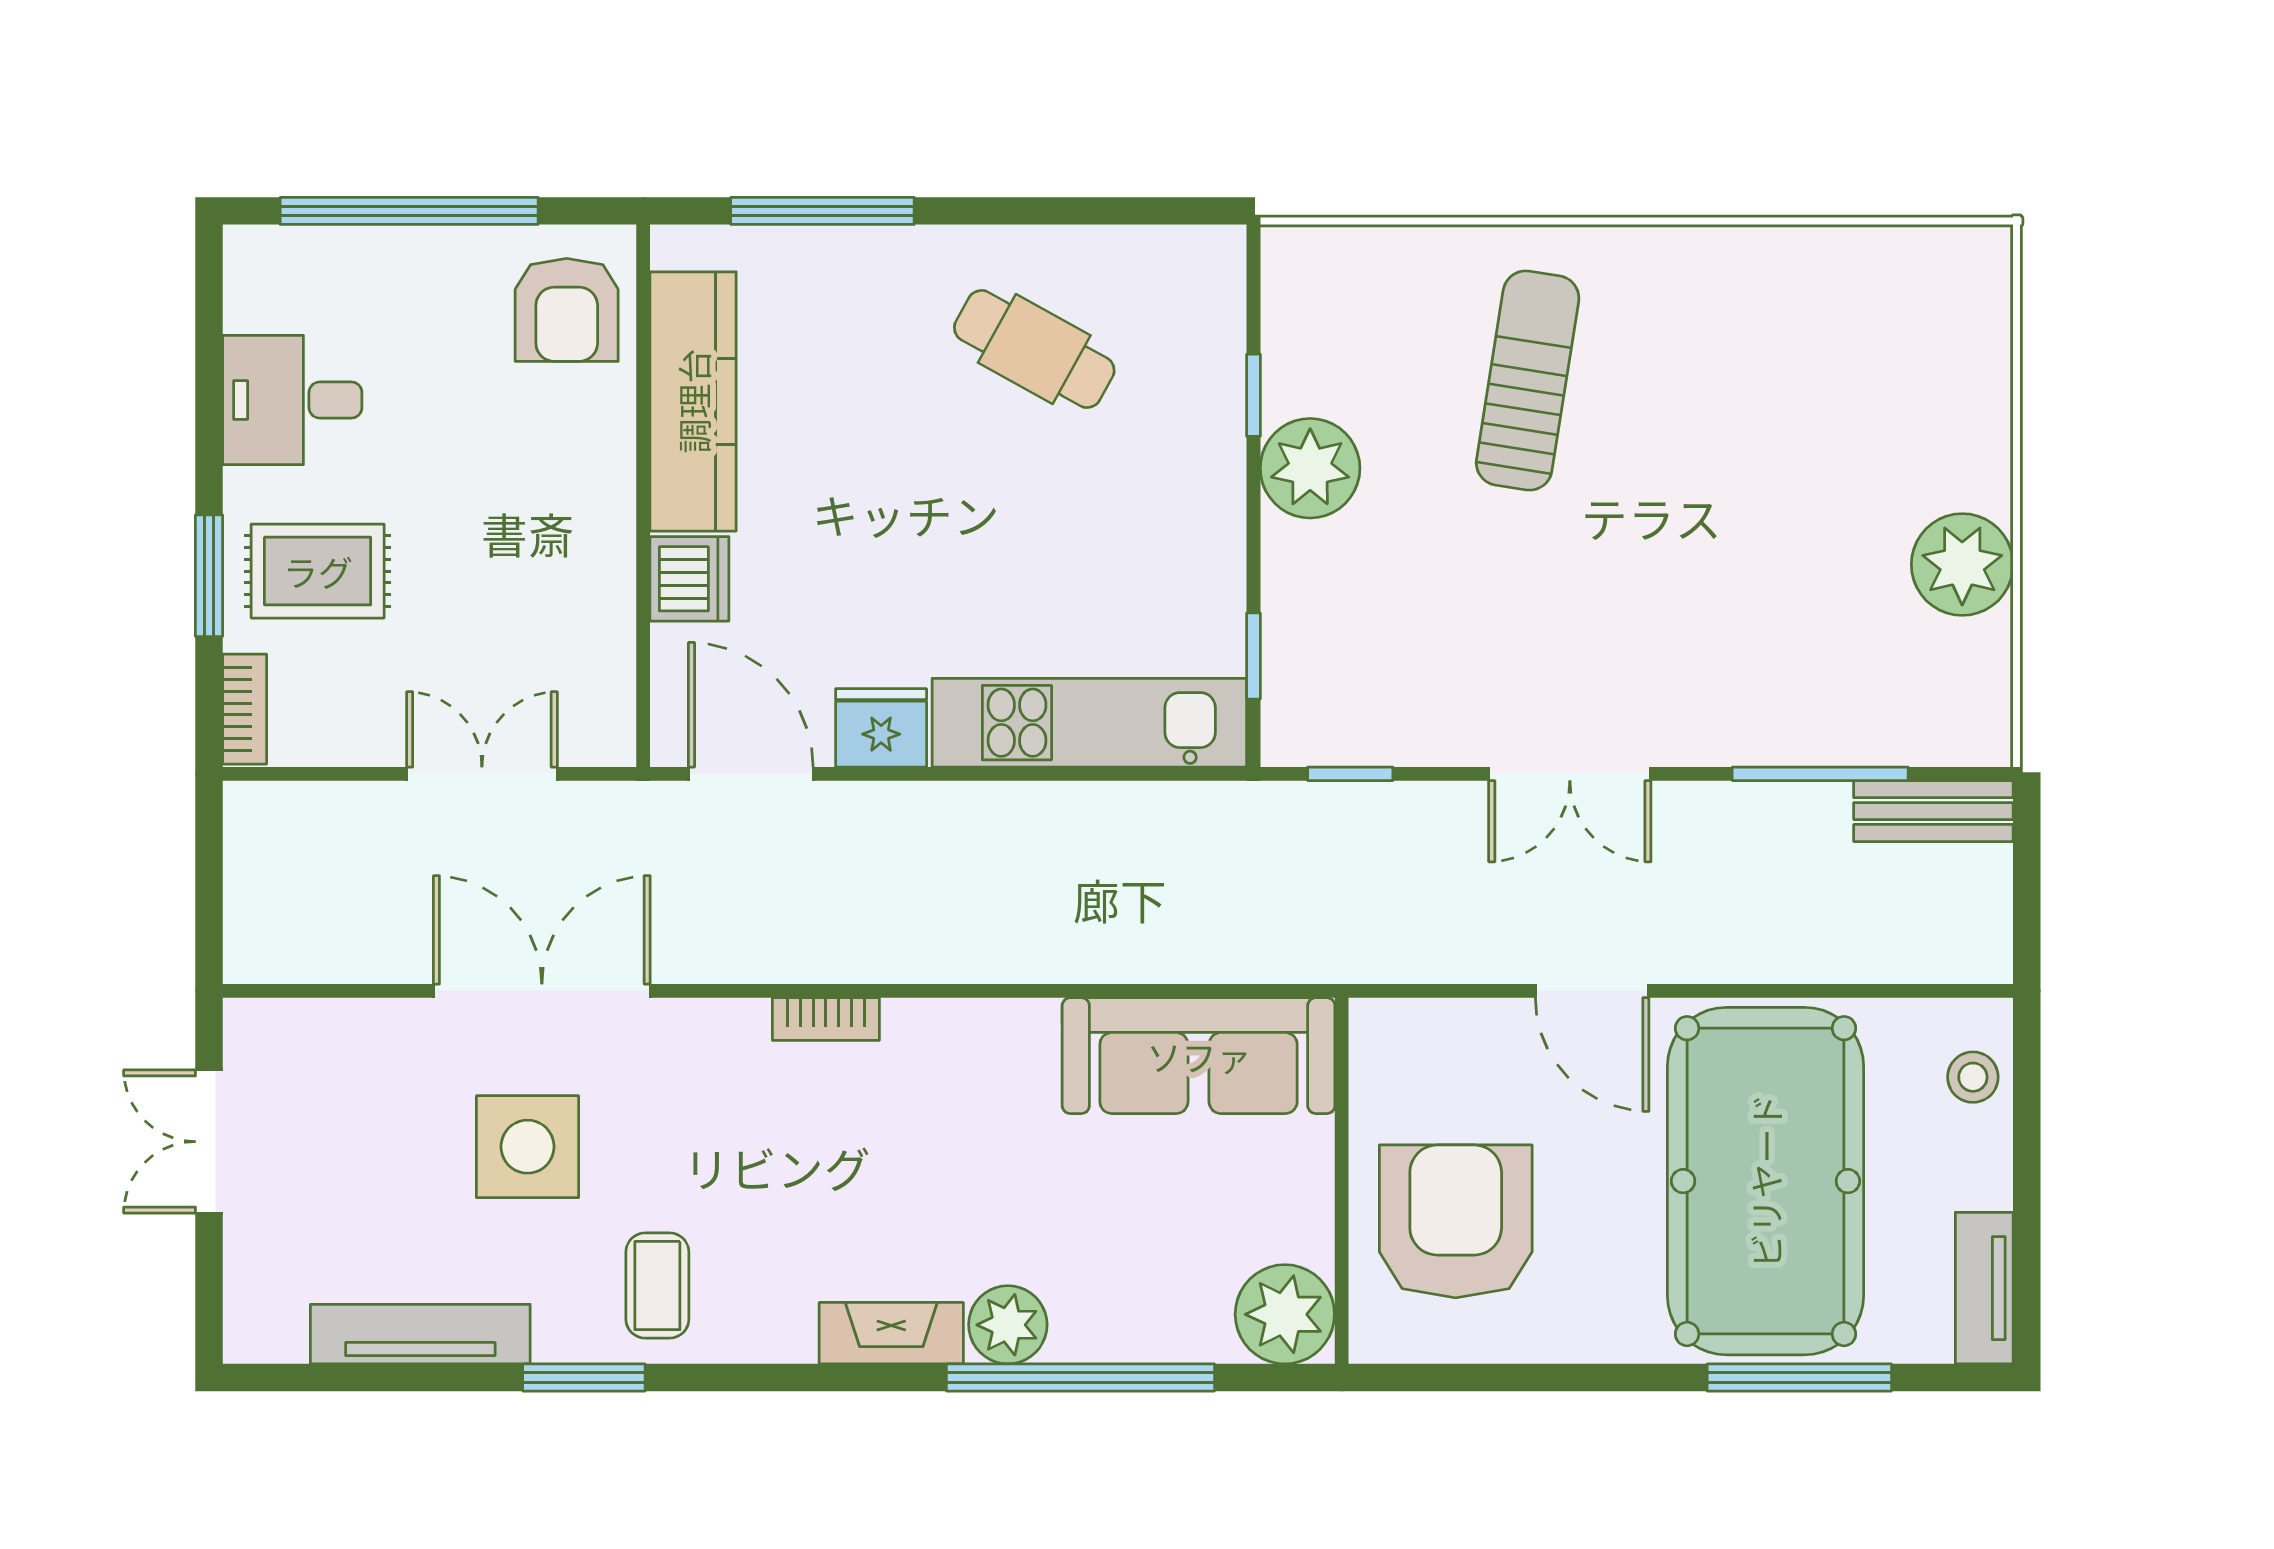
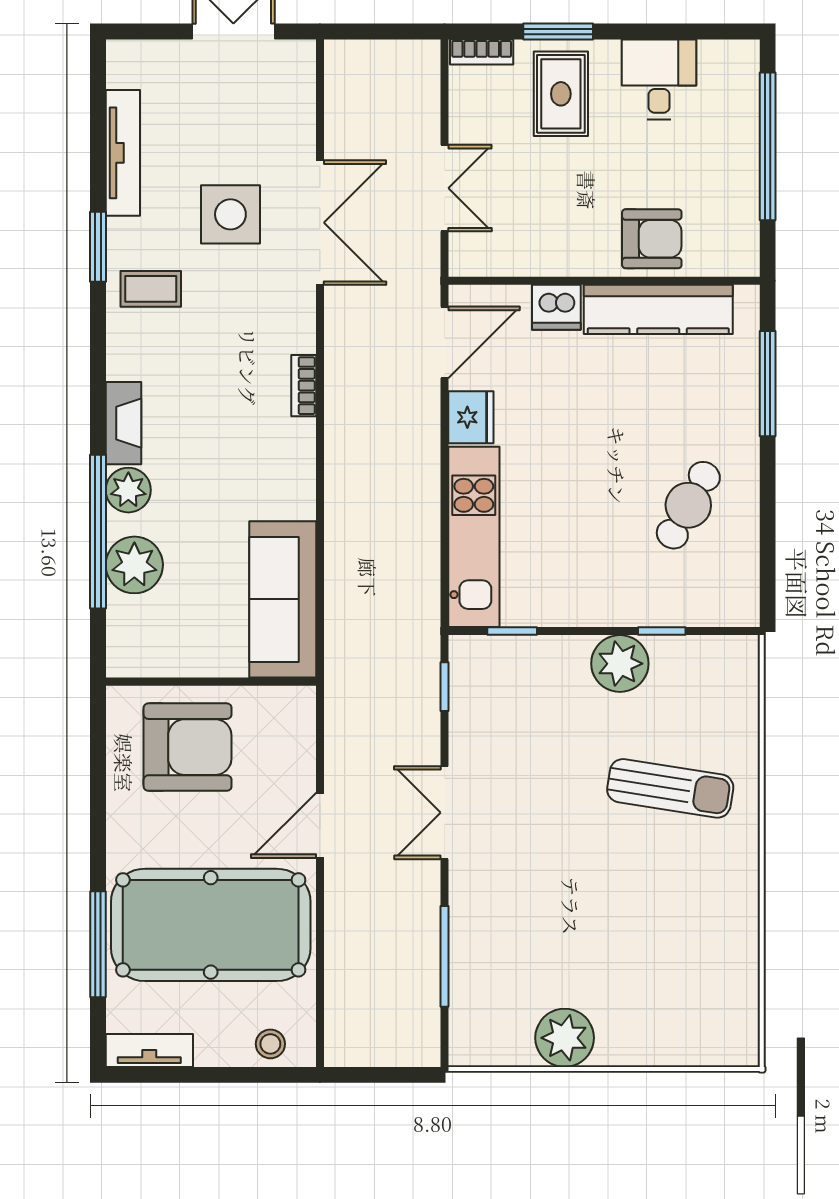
armchair: (567, 310) -> (652, 239), moved, turned 180
bench: (1933, 811) -> (423, 1021), removed
plant: (1285, 1314) -> (134, 565), moved

